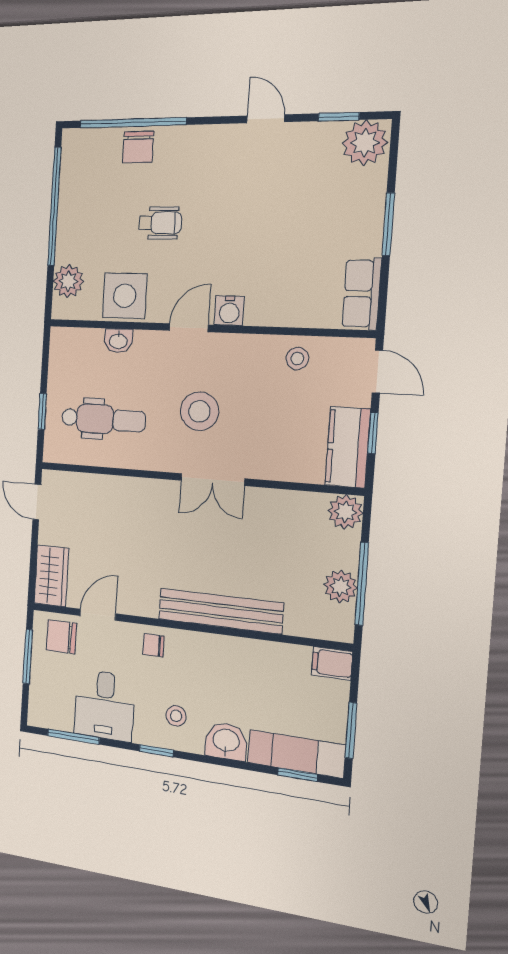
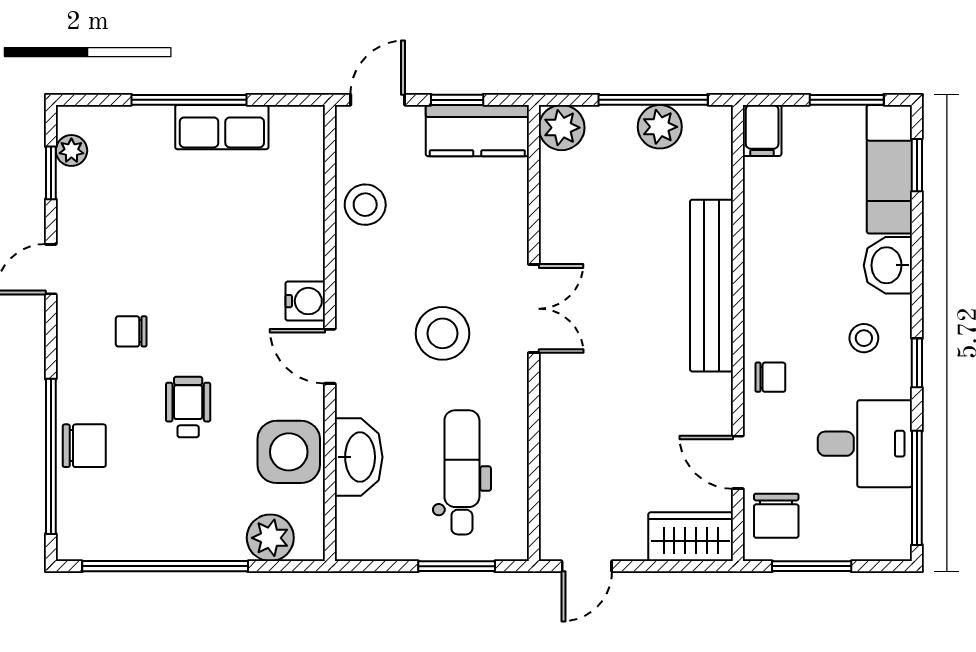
plant: (365, 143) -> (71, 151), width x0.53, depth x0.53
chair: (216, 181) -> (131, 331), added
window: (388, 224) -> (189, 100), width x1.44
row of seats: (362, 294) -> (222, 127), moved
washbasin: (118, 341) -> (359, 457), width x1.91, depth x1.45
stool: (297, 358) -> (365, 205), width x1.37, depth x1.37
window: (42, 411) -> (457, 566), width x1.50
chair: (153, 645) -> (770, 377), turned -90
window: (73, 737) -> (917, 488), width x1.44

